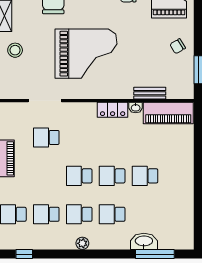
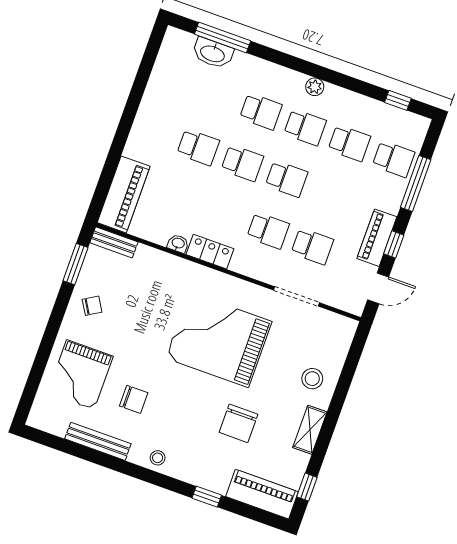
bench: (150, 93) -> (114, 242), moved
piano: (168, 113) -> (124, 194), moved, turned 90
school desk: (79, 137) -> (268, 231), added
washbasin: (144, 241) -> (213, 53), moved

